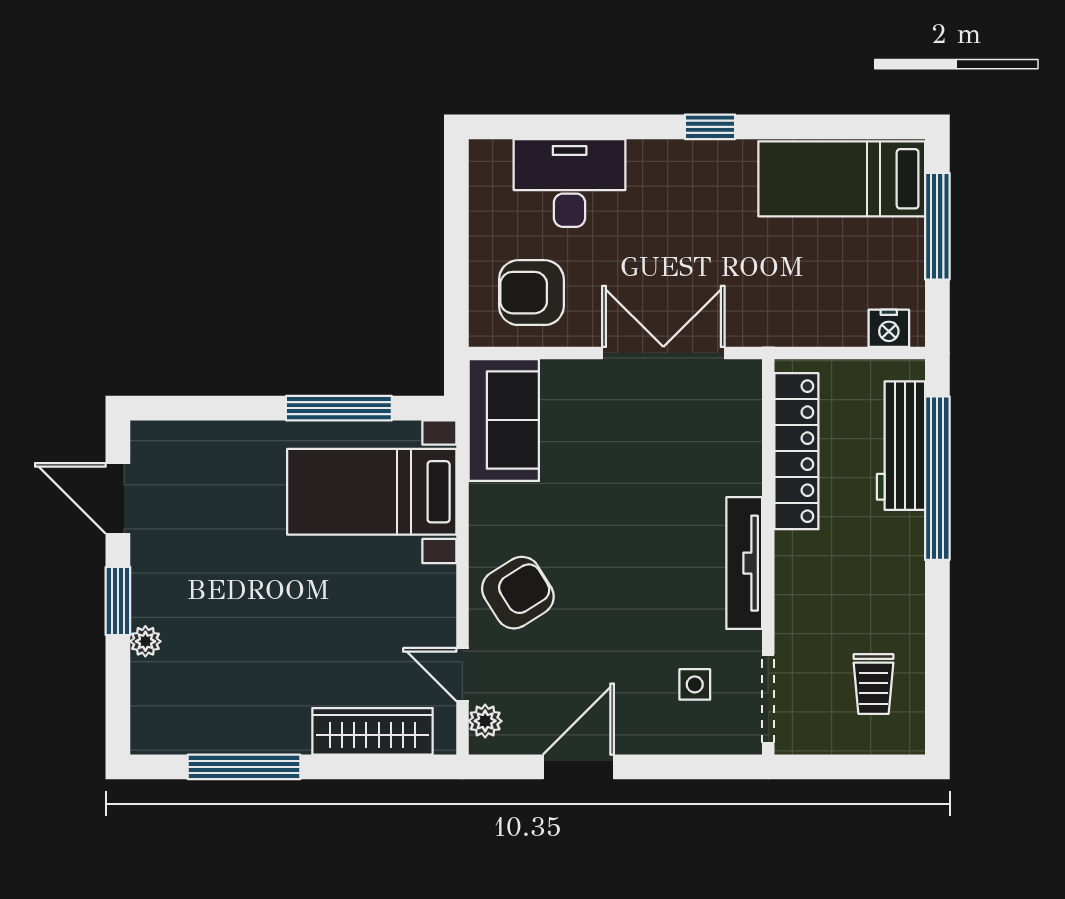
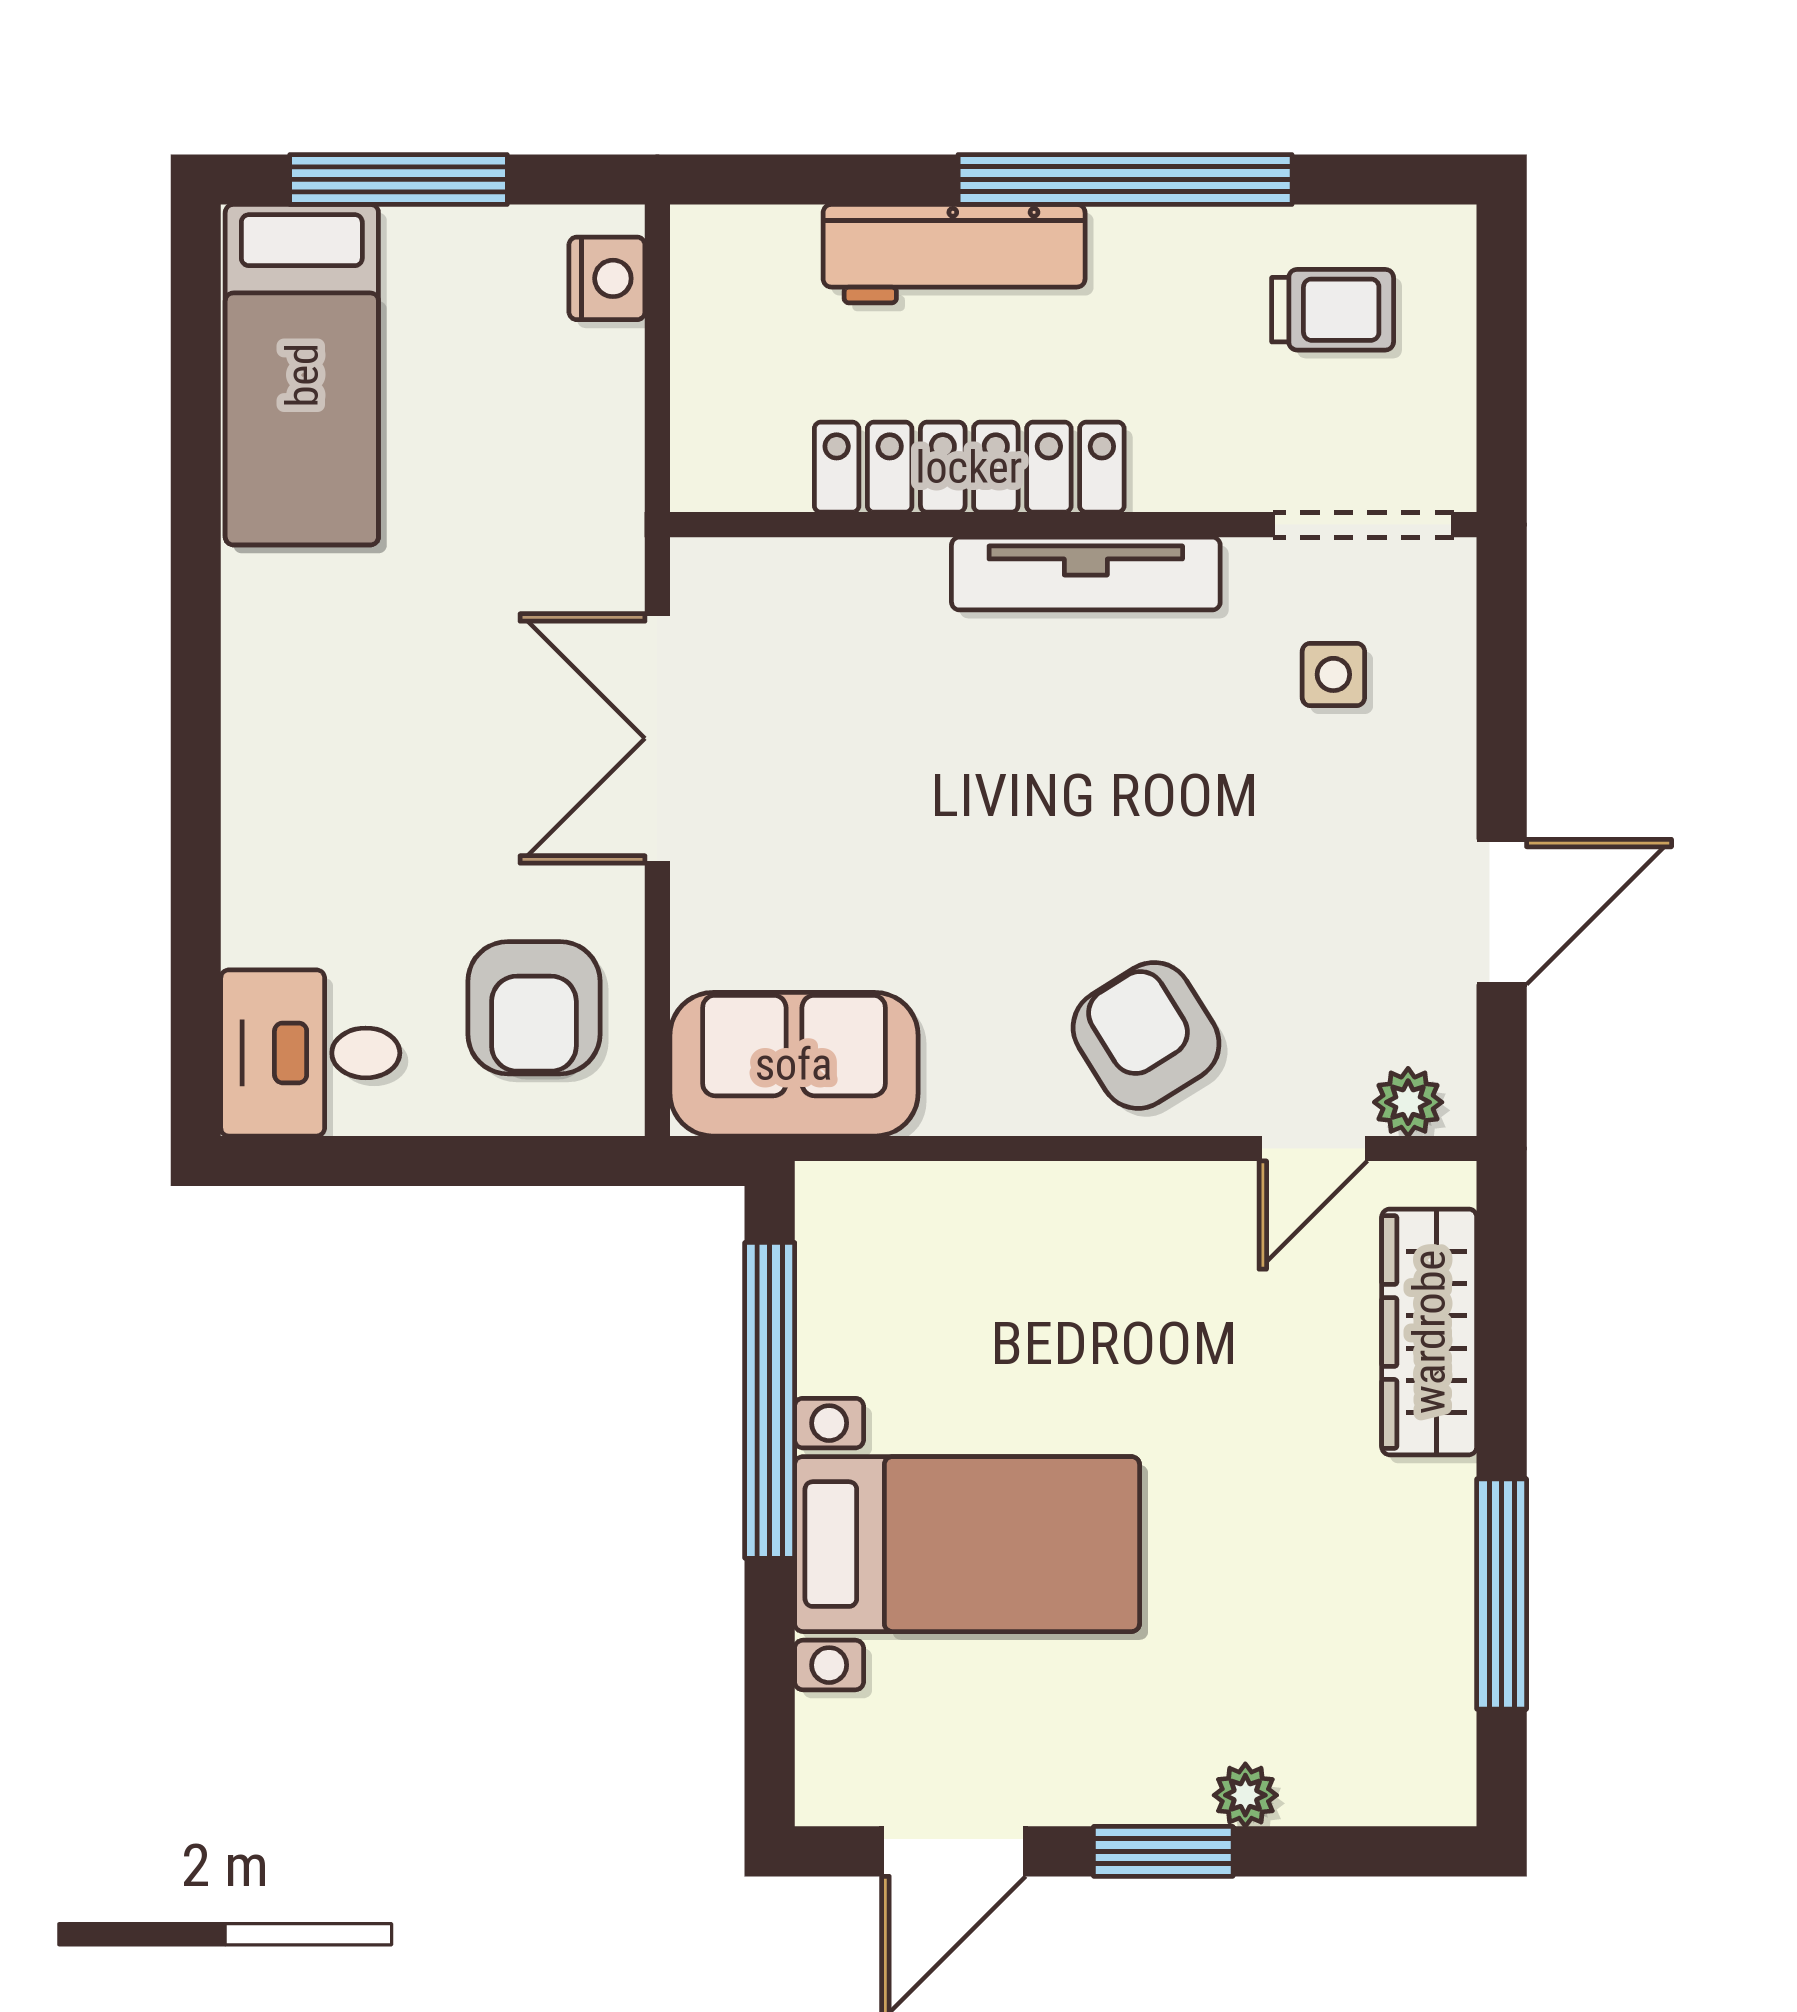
window: (710, 127) -> (196, 643), removed
desk: (570, 183) -> (310, 1053), moved, width x0.73
window: (339, 408) -> (770, 1400), width x1.46
workbench: (901, 446) -> (954, 254), moved
locker: (796, 451) -> (969, 467), moved
window: (937, 478) -> (1125, 179), moved
bed with nightstands: (372, 492) -> (967, 1544), moved, turned -90
door: (578, 767) -> (1502, 912), swing flipped

